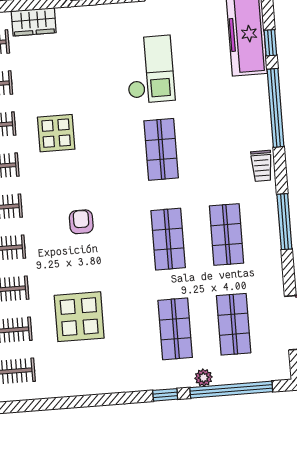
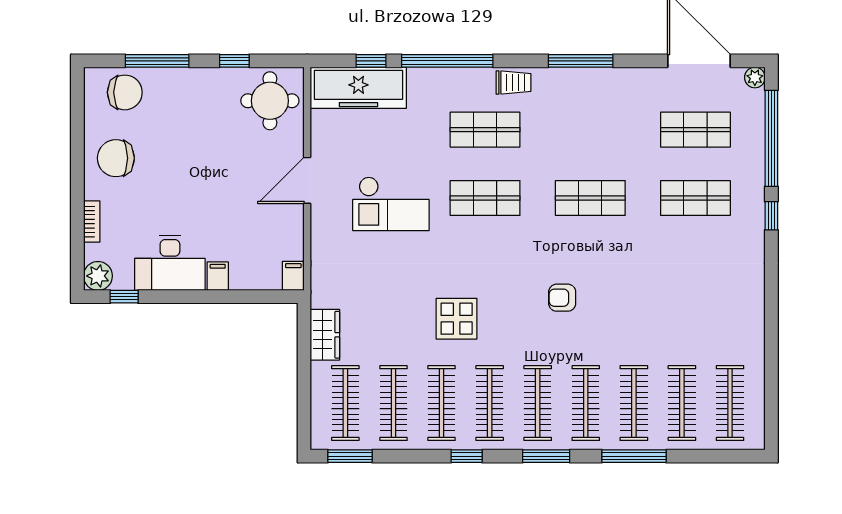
checkout: (150, 69) -> (391, 204), turned 180
shop shelf: (227, 235) -> (485, 130), moved
display table: (79, 317) -> (672, 309), removed
plant: (204, 378) -> (755, 77), moved

